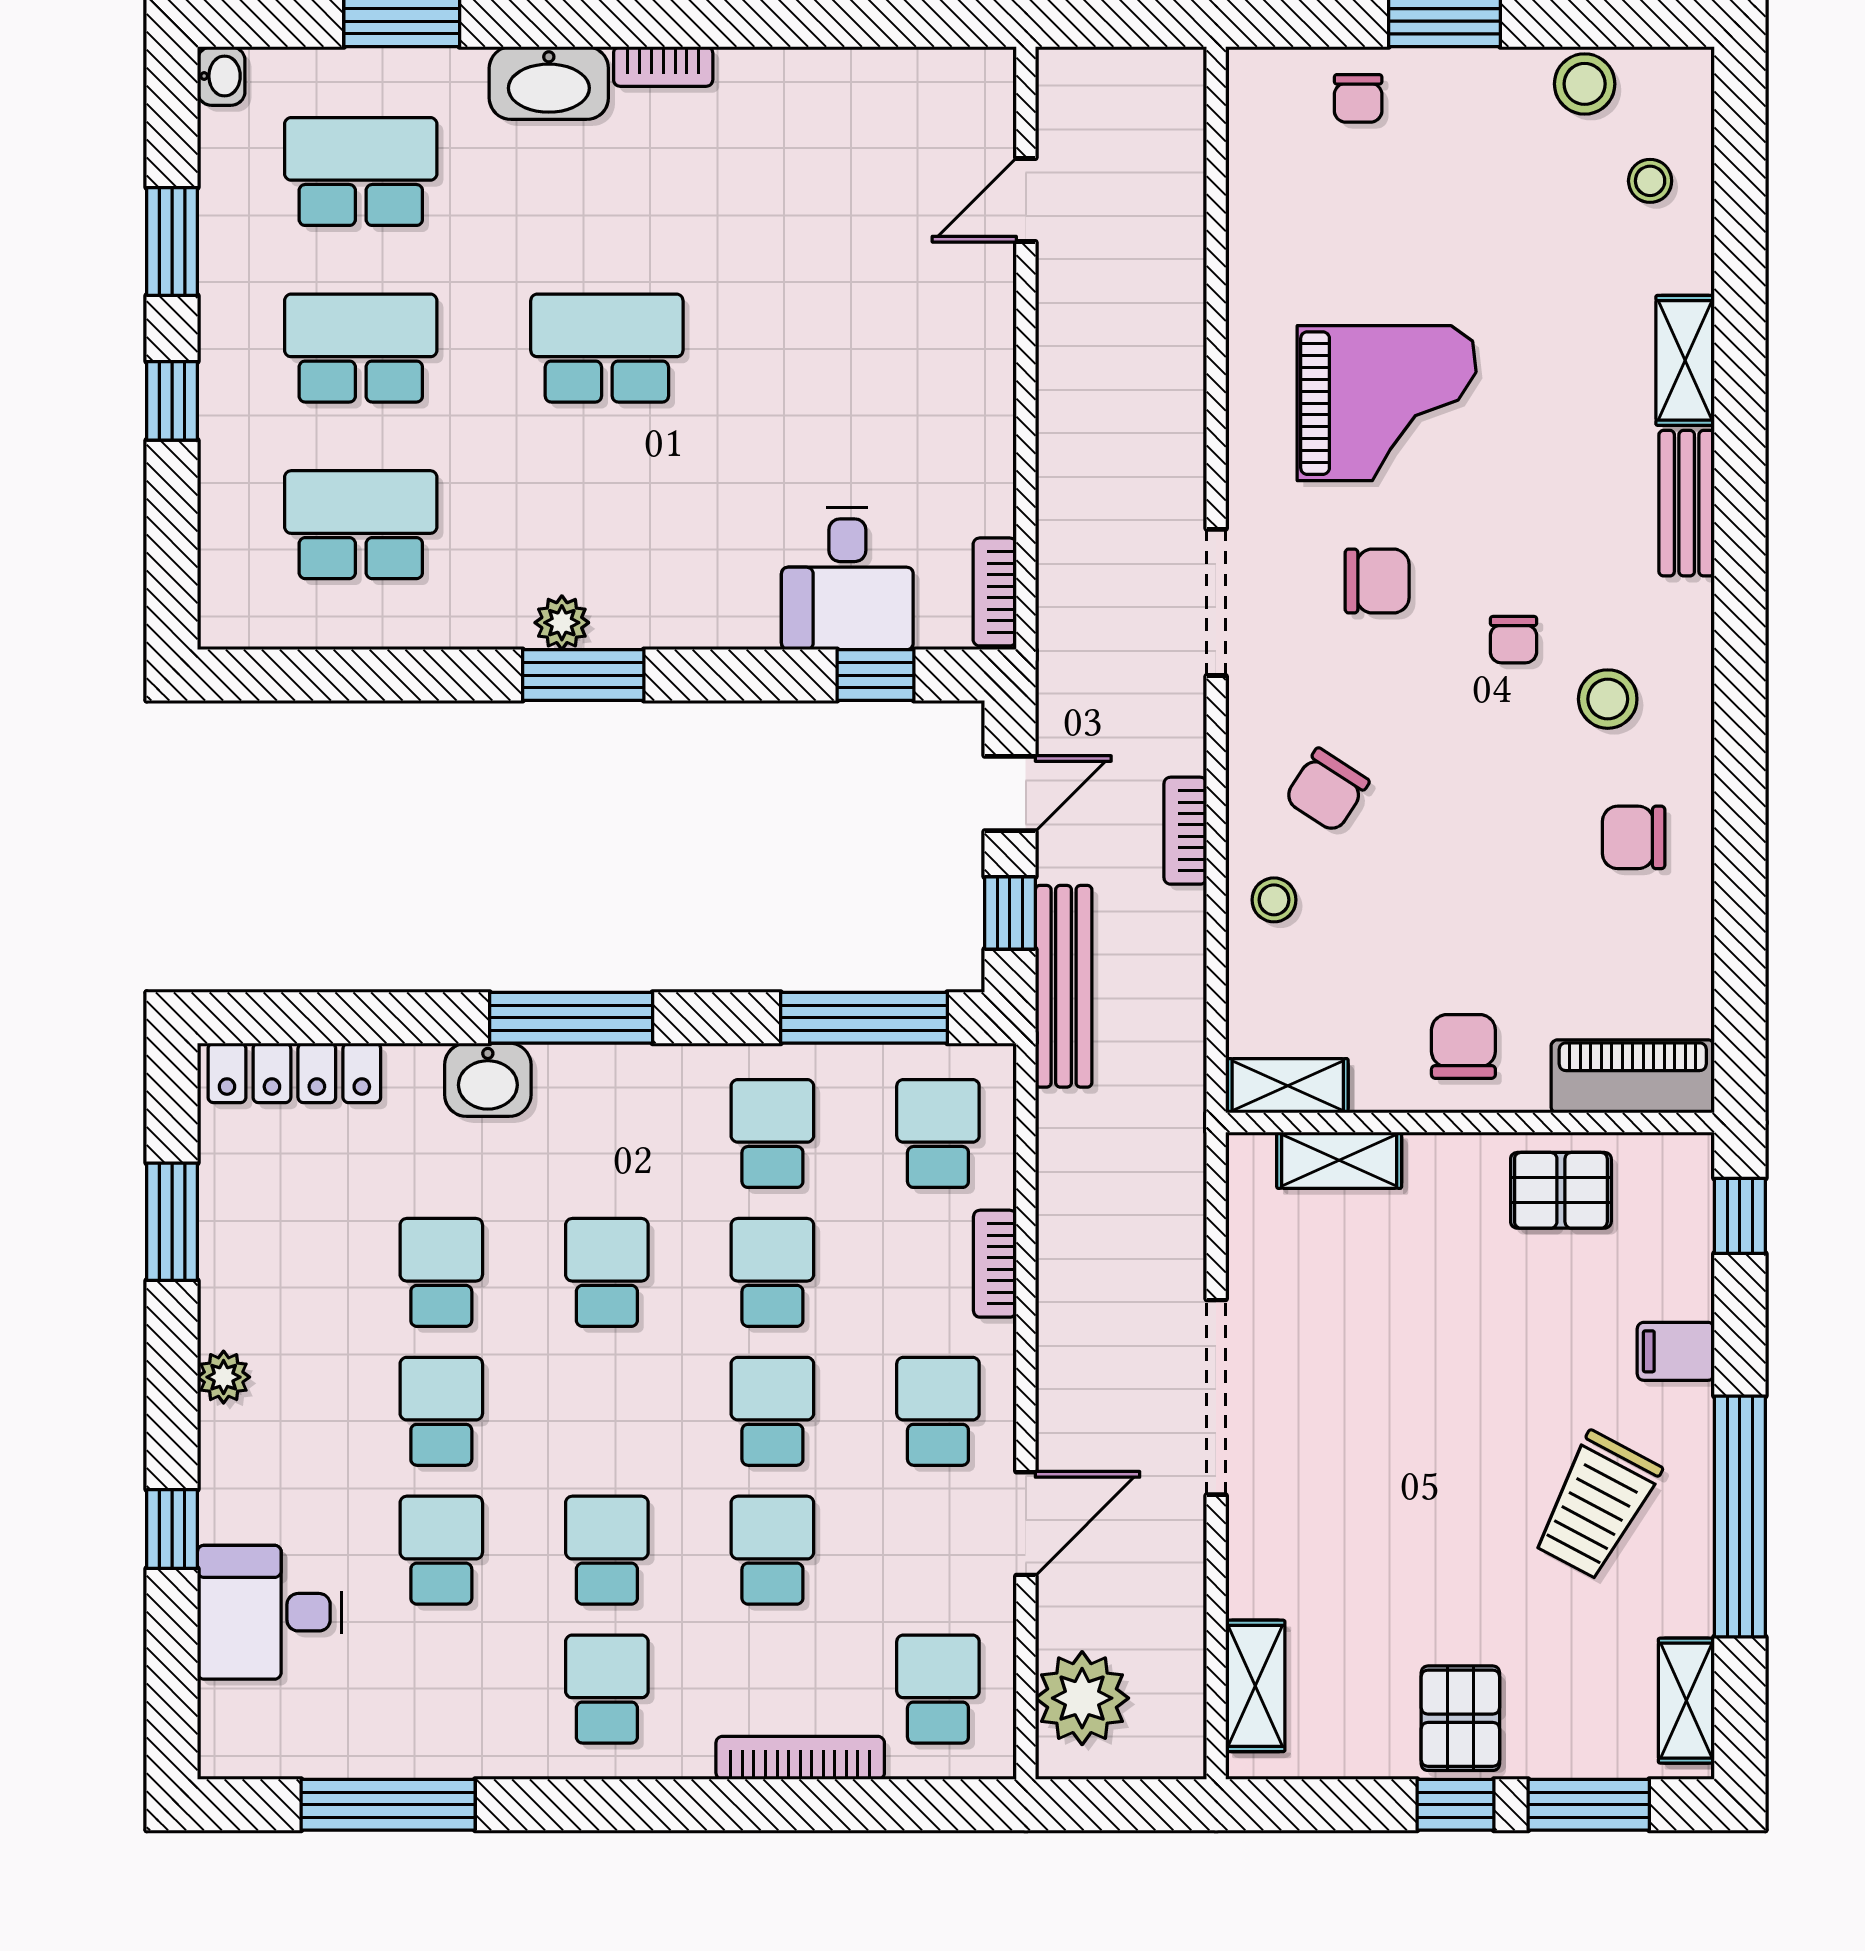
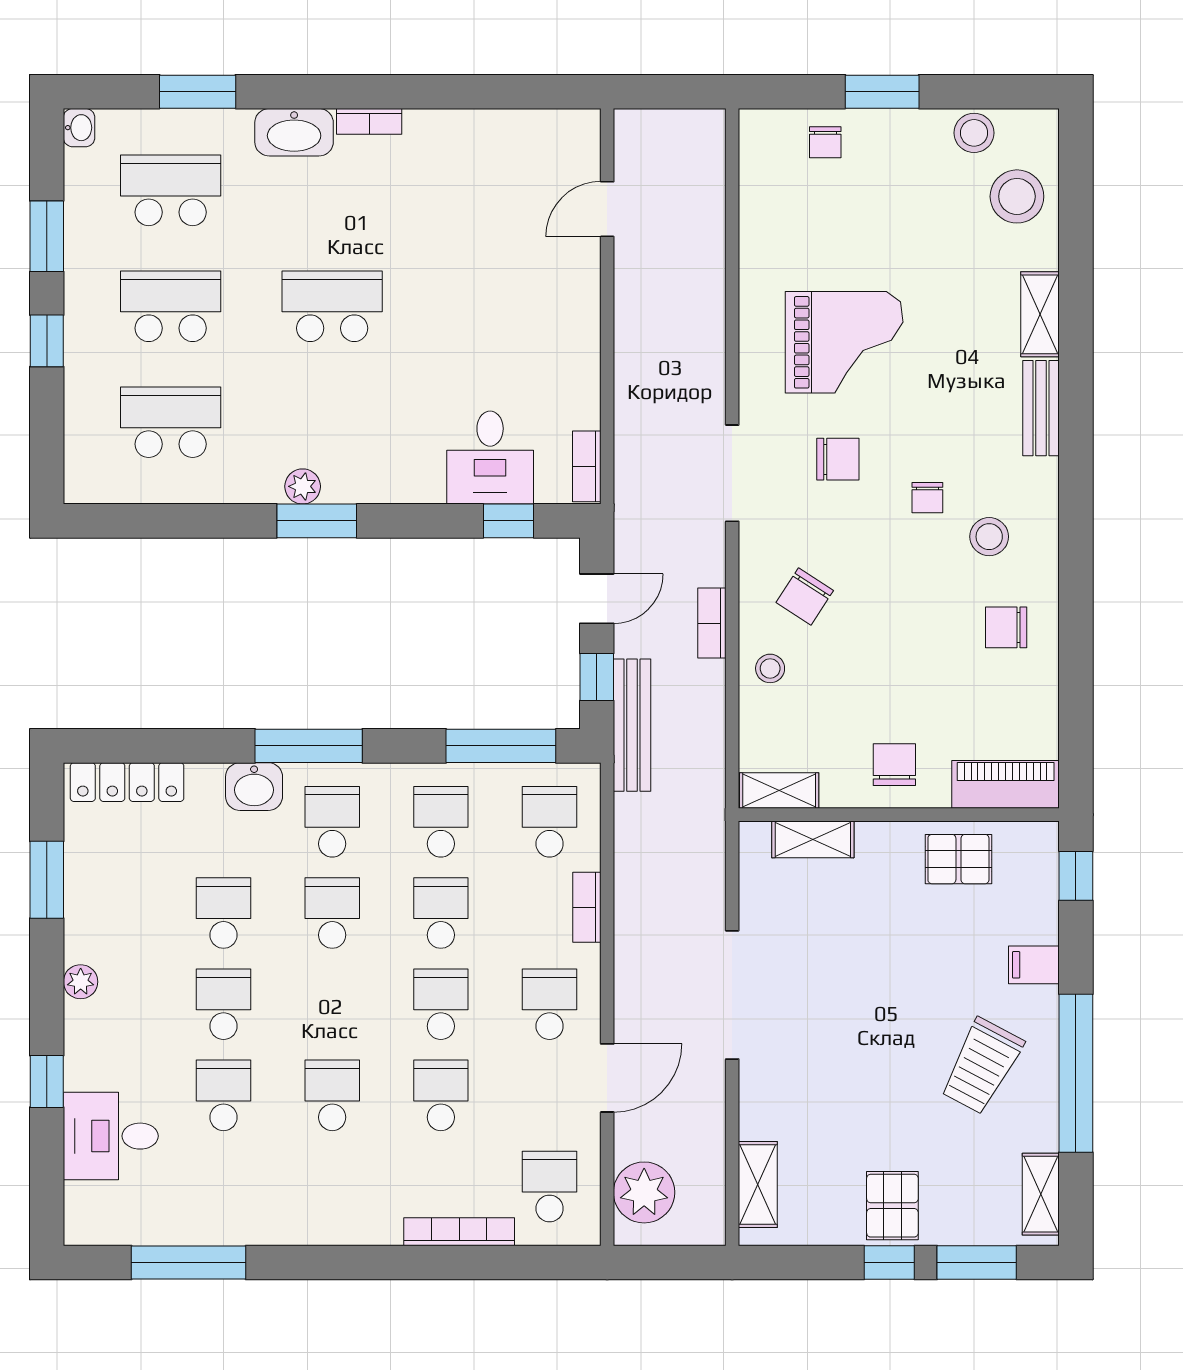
stool: (1650, 181) -> (1017, 196), width x1.89, depth x1.89
school desk: (607, 1689) -> (332, 822), moved

